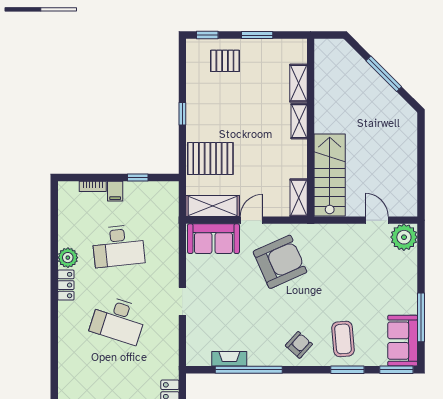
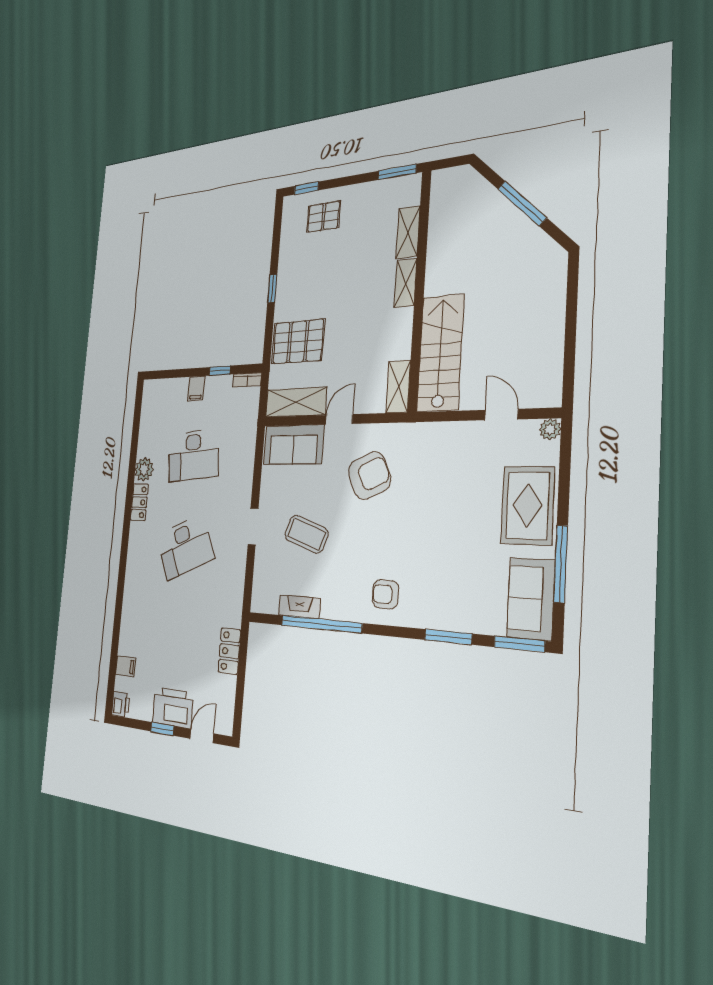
window: (257, 35) -> (397, 172), moved
bookcase: (93, 186) -> (247, 380), moved
plant: (404, 237) -> (550, 429), width x0.53, depth x0.53
armchair: (280, 262) -> (369, 476), width x0.73, depth x0.73
rug: (398, 281) -> (528, 505), added
desk: (118, 320) -> (185, 547), turned -42
coffee table: (343, 339) -> (306, 534), moved, turned -66
armchair: (299, 345) -> (386, 594), turned -132

